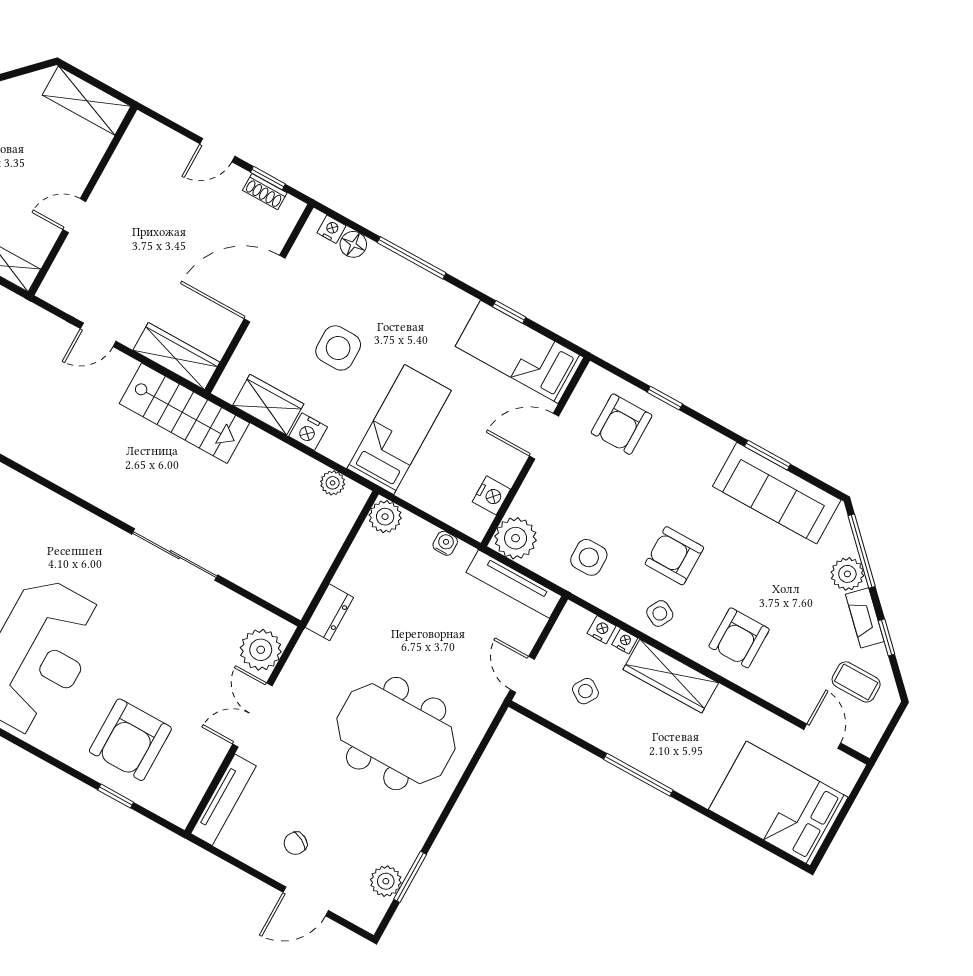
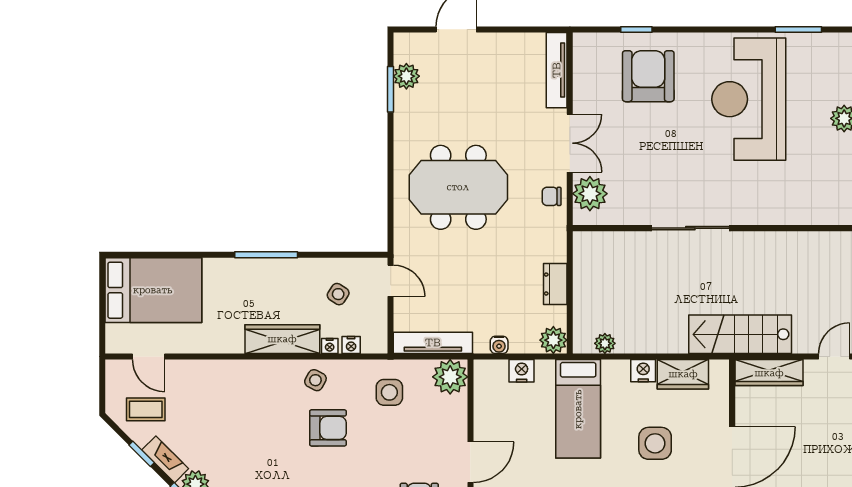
nightstand: (491, 495) -> (522, 371), moved, turned 90
dresser: (329, 612) -> (555, 284), moved
armchair: (739, 638) -> (248, 394), removed
chair: (296, 843) -> (552, 196), moved, turned -119

